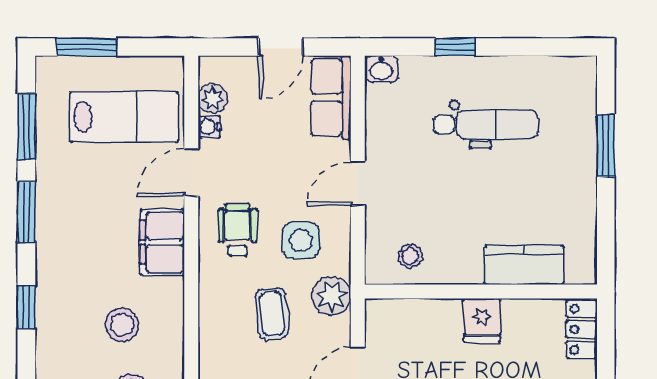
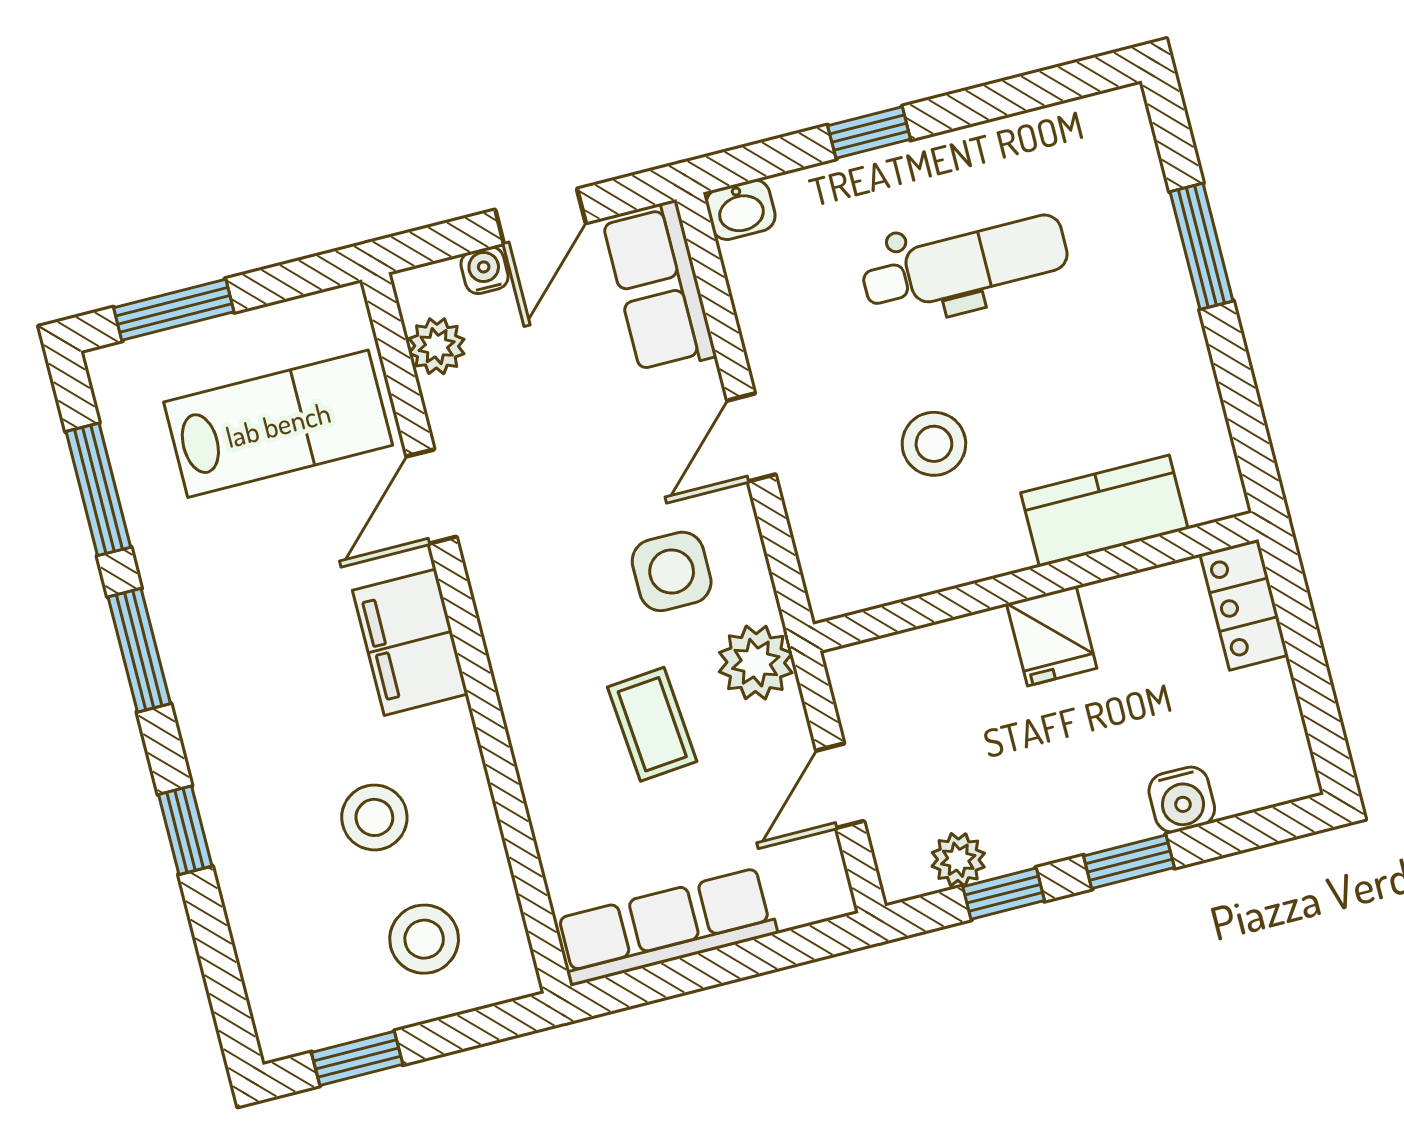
water cooler: (209, 127) -> (485, 270), moved, turned 90
wheelchair: (238, 230) -> (547, 582), removed
stool: (410, 256) -> (934, 444), moved, width x1.37, depth x1.37

